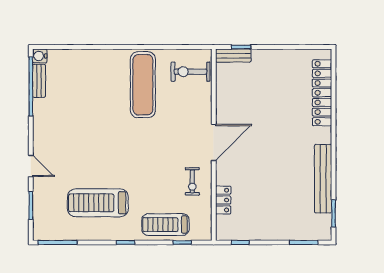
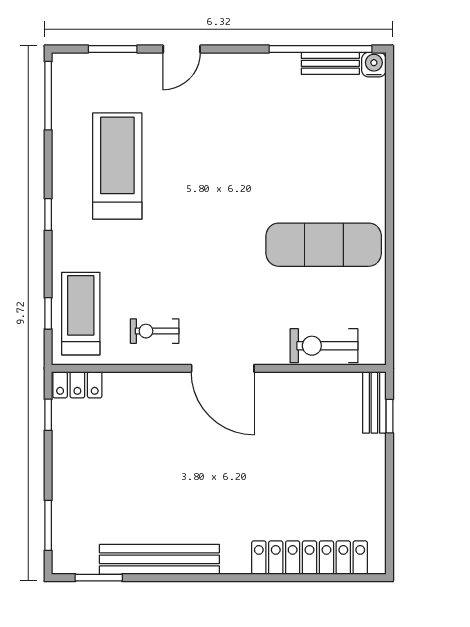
exercise bike: (190, 72) -> (324, 346), moved, turned -90
locker: (223, 200) -> (77, 385), moved
treadmill: (165, 225) -> (81, 314), moved

